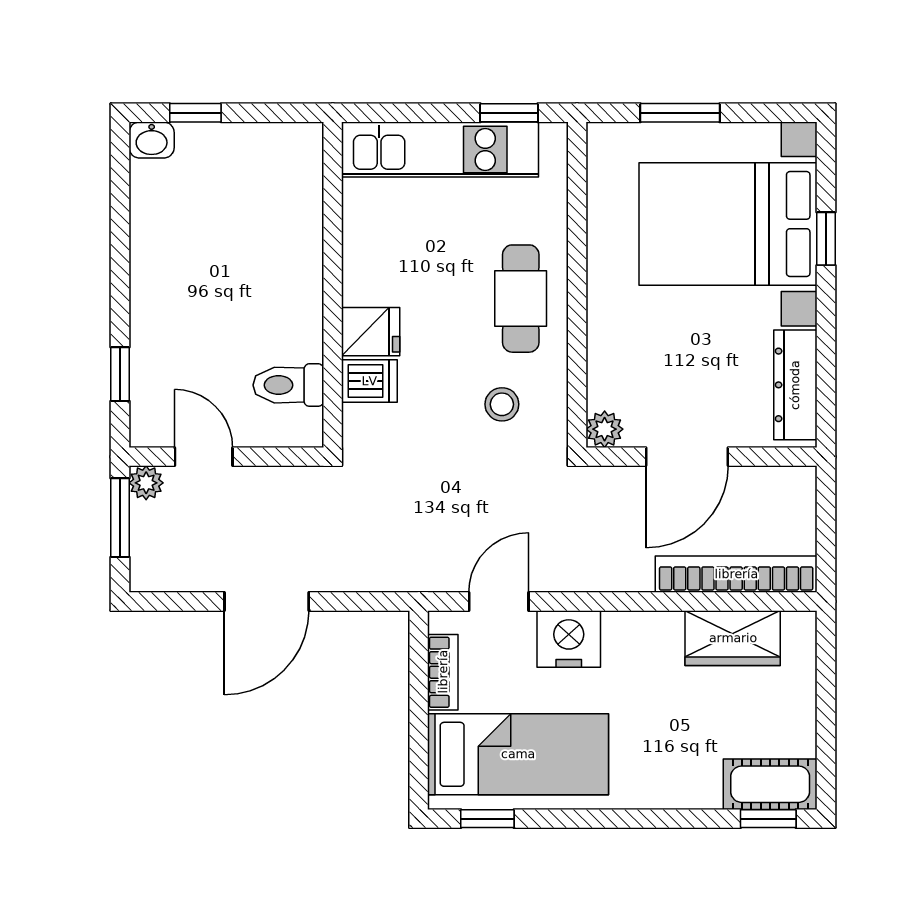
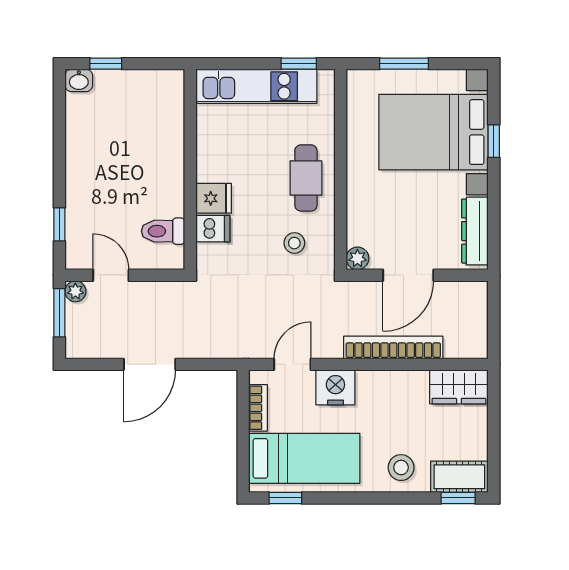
bookcase: (736, 574) -> (393, 347), moved
wardrobe: (733, 638) -> (459, 387), moved
stool: (675, 769) -> (401, 468), added

